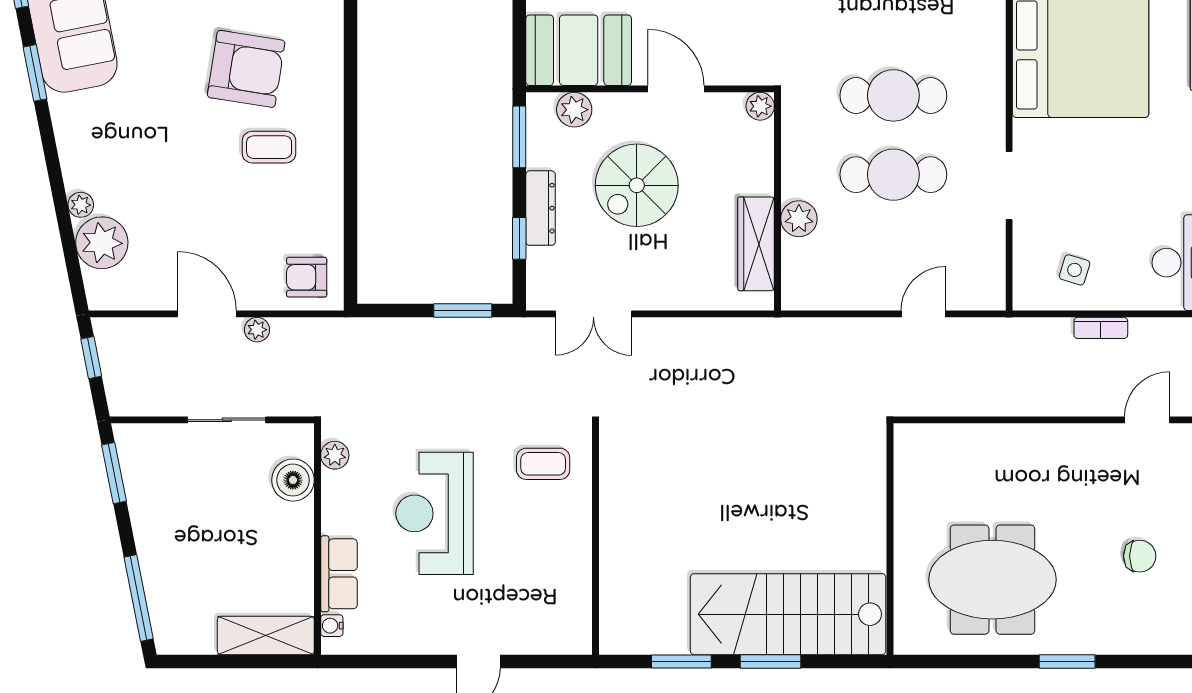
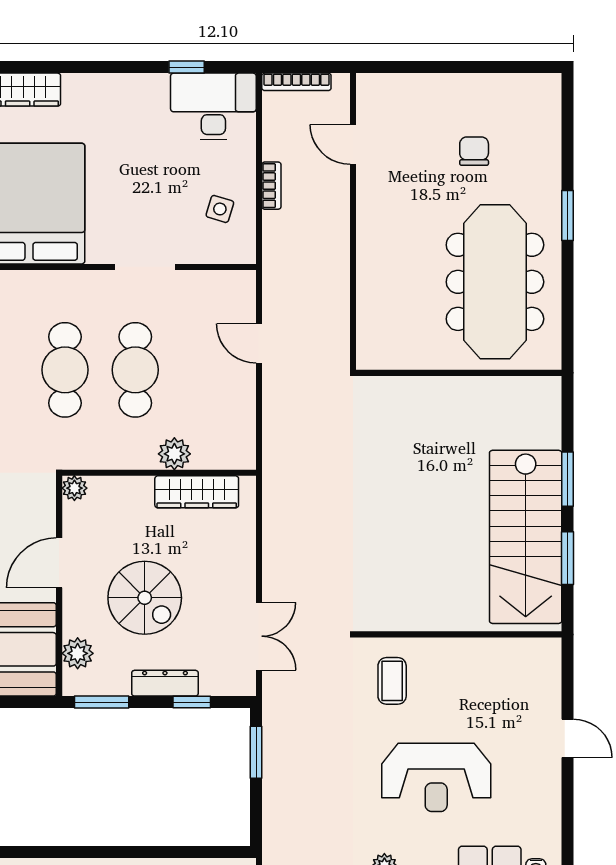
meeting table: (992, 580) -> (495, 282), width x1.36
stairs: (788, 614) -> (526, 537), moved

